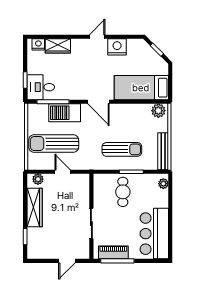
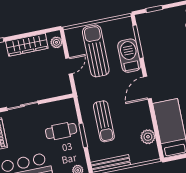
desk: (41, 87) -> (150, 26), removed
plant: (158, 111) -> (148, 137), moved

